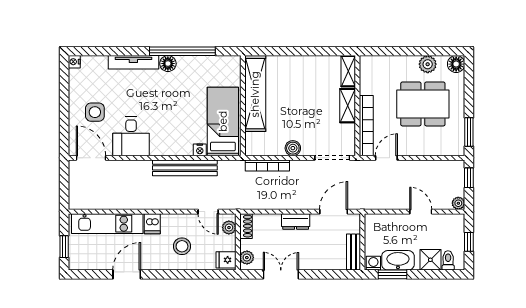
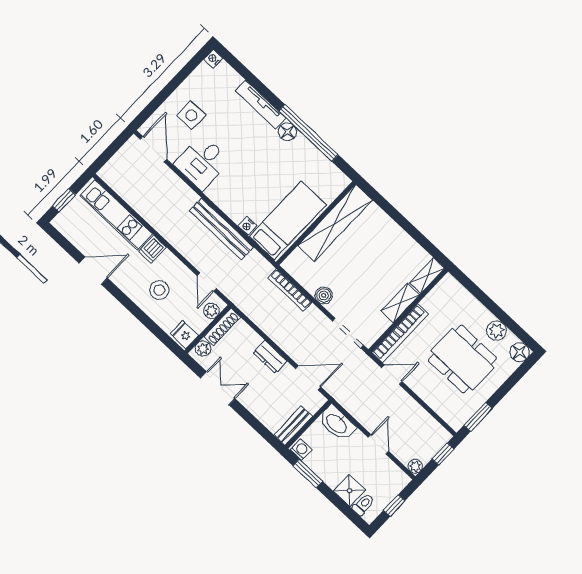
shoe rack: (246, 226) -> (222, 327), width x1.43
washbasin: (398, 260) -> (337, 423), moved, turned 180

